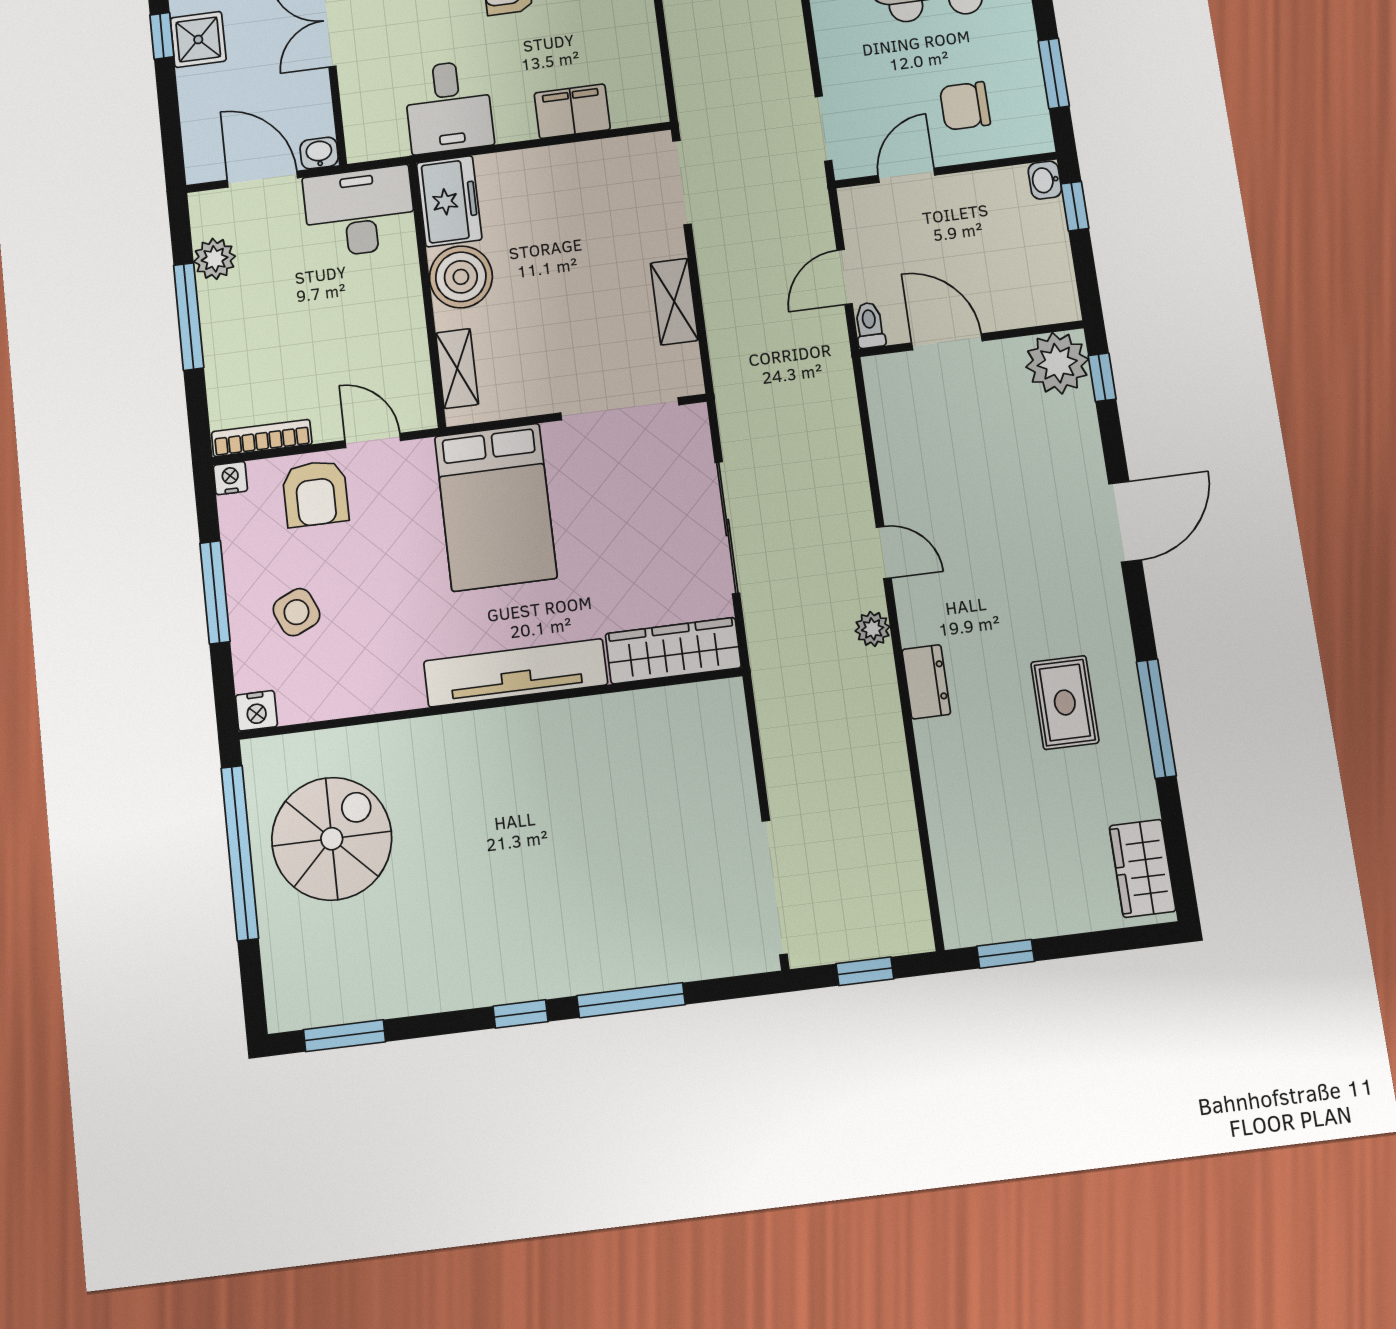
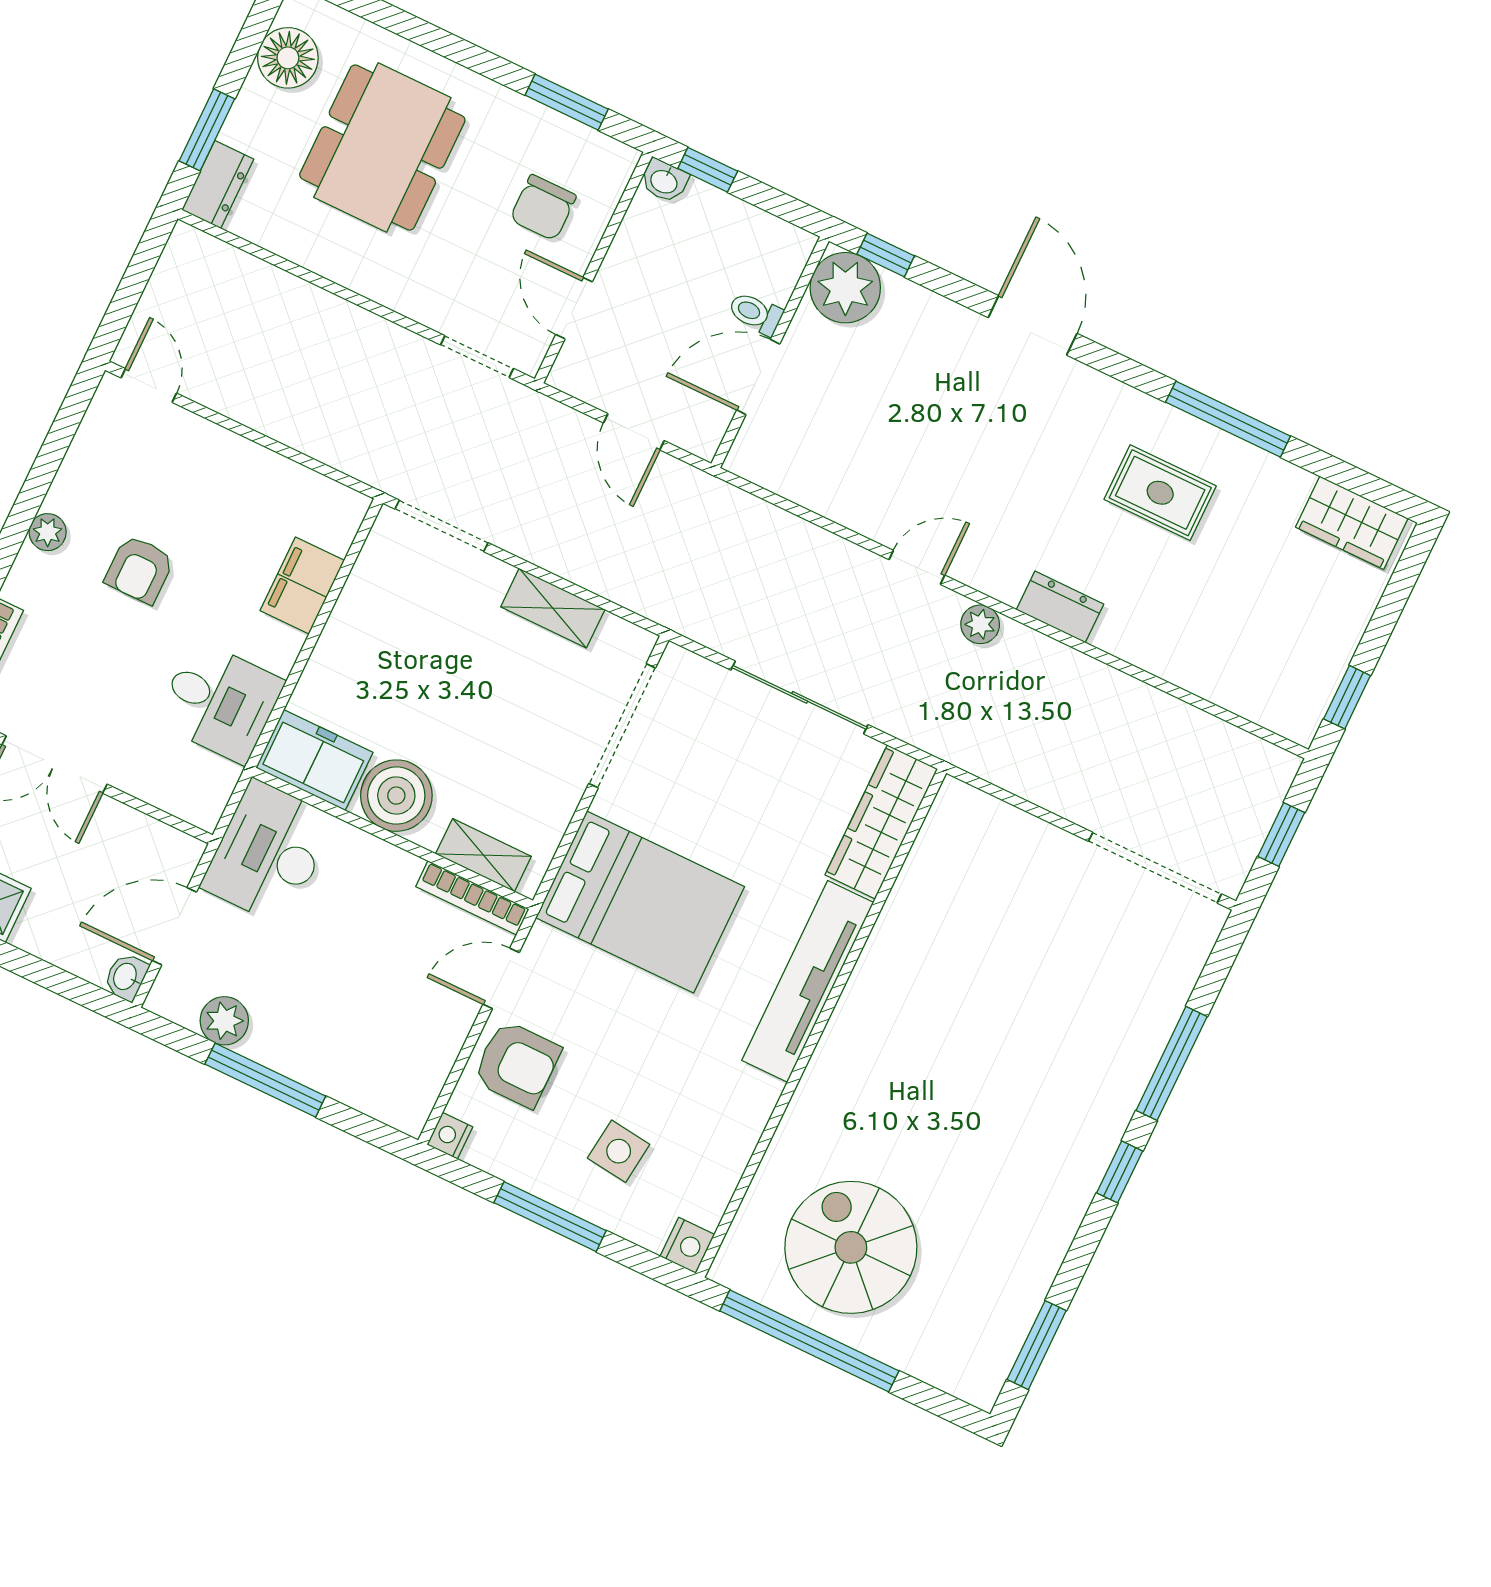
washbasin: (319, 153) -> (126, 977), moved
toilet: (870, 325) -> (755, 313), moved
bookcase: (262, 438) -> (472, 898), moved, turned -90
side table: (296, 612) -> (619, 1151), turned 31

